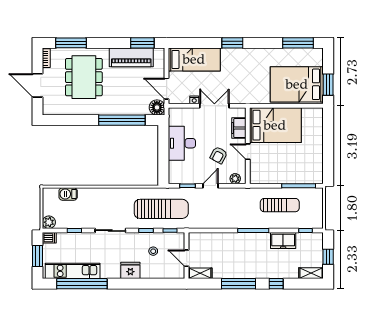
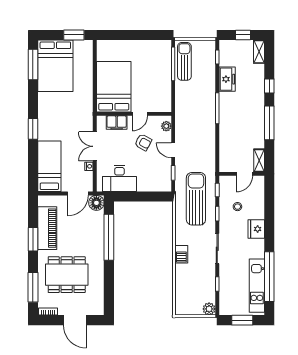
window: (142, 43) -> (33, 239), moved
bed: (297, 84) -> (55, 66), moved
door: (37, 85) -> (75, 320), hinge flipped
desk: (182, 143) -> (119, 178), moved
barbecue: (68, 194) -> (181, 254), moved
sun lounger: (280, 205) -> (184, 61), moved
dishwasher: (49, 238) -> (224, 308), removed

